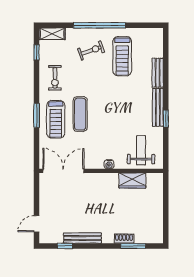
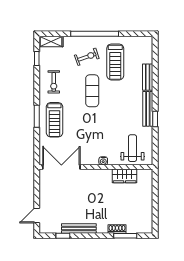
exercise mat: (80, 114) -> (92, 91), moved

